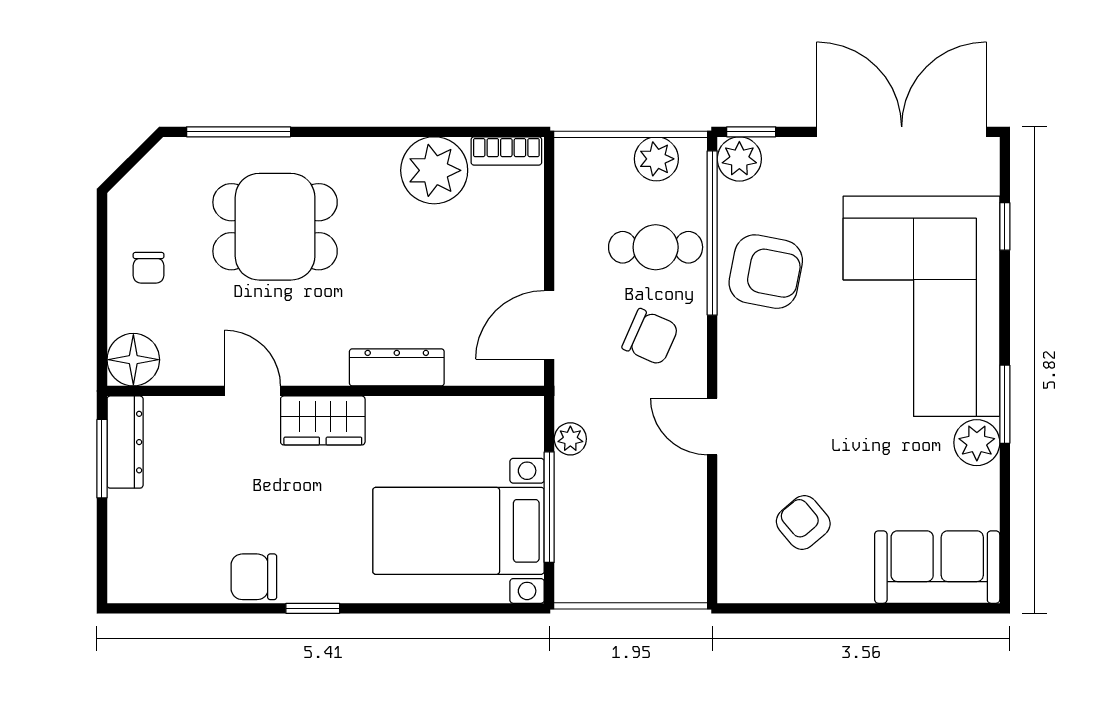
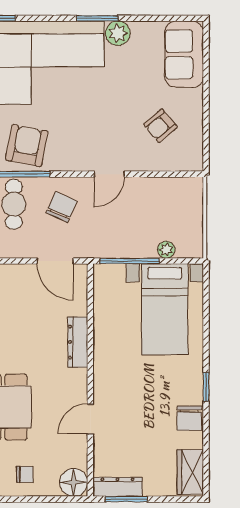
wardrobe: (323, 420) -> (190, 472), moved, turned 180
plant: (570, 439) -> (166, 250), moved
window: (549, 507) -> (130, 261), moved

